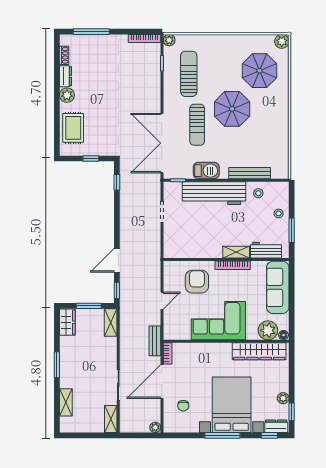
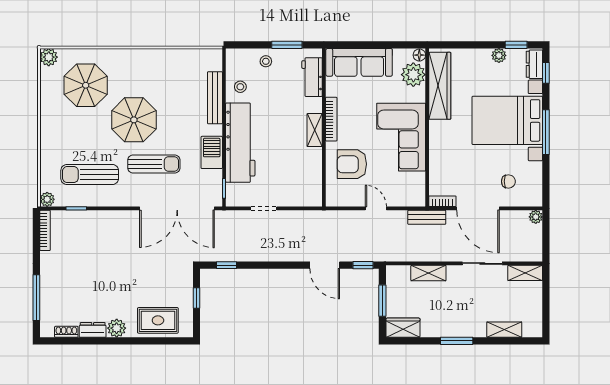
shelving: (236, 252) -> (315, 130), moved
shelving: (111, 322) -> (428, 273), moved

